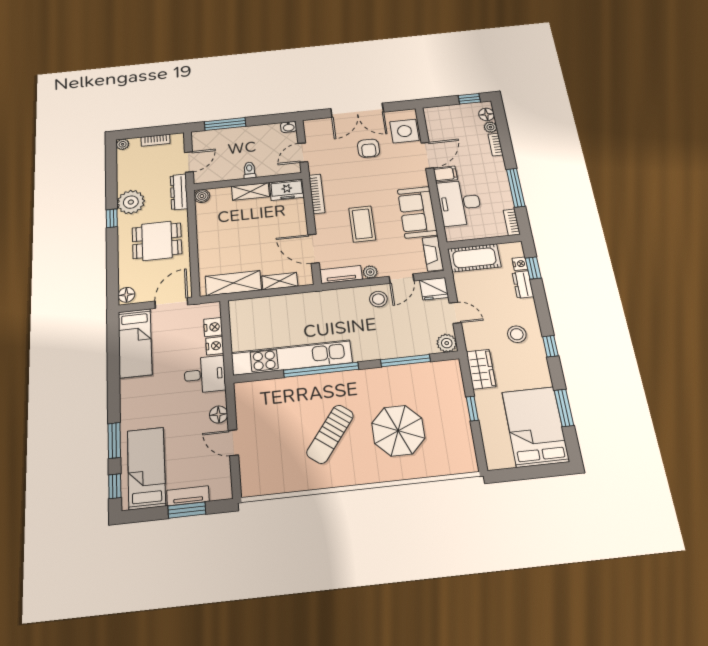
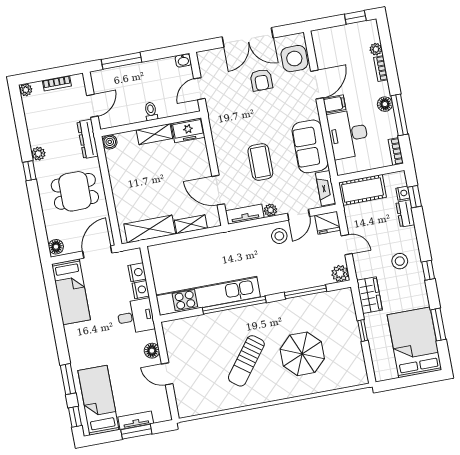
floor lamp: (486, 114) -> (385, 104), moved
bookcase: (317, 194) -> (216, 133), removed
plant: (131, 202) -> (38, 154), width x0.53, depth x0.53

